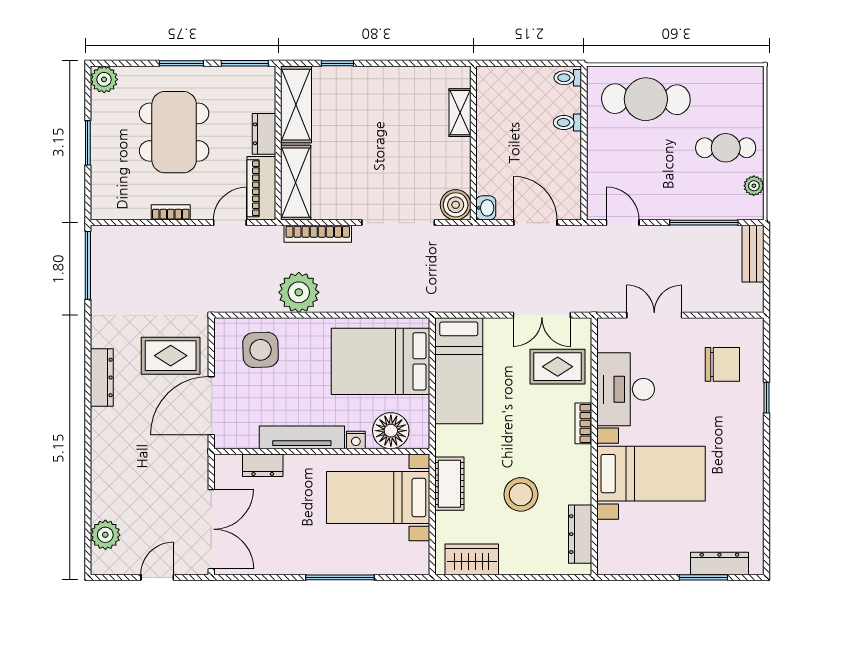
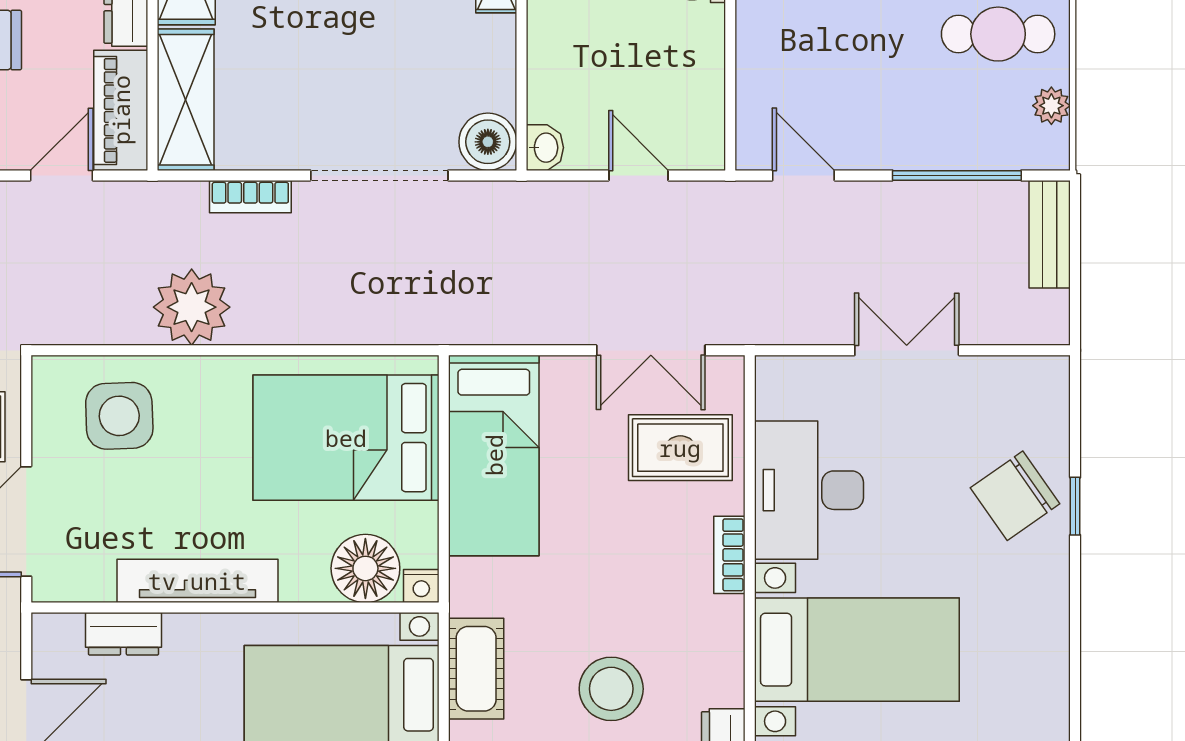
door: (535, 223) -> (639, 175), width x0.73
bookcase: (318, 234) -> (250, 197), width x0.64
double door: (654, 315) -> (907, 350), moved
chair: (722, 364) -> (1015, 496), moved, turned 145
nightstand: (356, 440) -> (421, 586), moved

